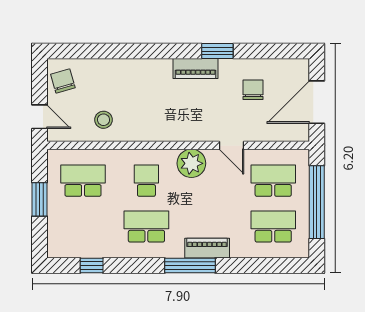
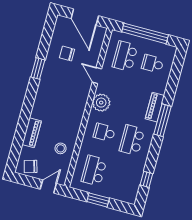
piano: (196, 68) -> (32, 133), moved
door: (231, 145) -> (97, 76), swing flipped
school desk: (273, 226) -> (153, 64), width x0.54

